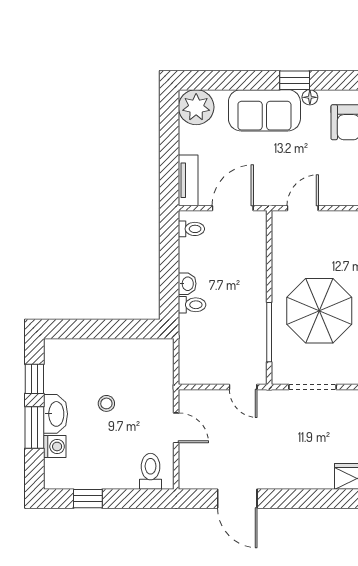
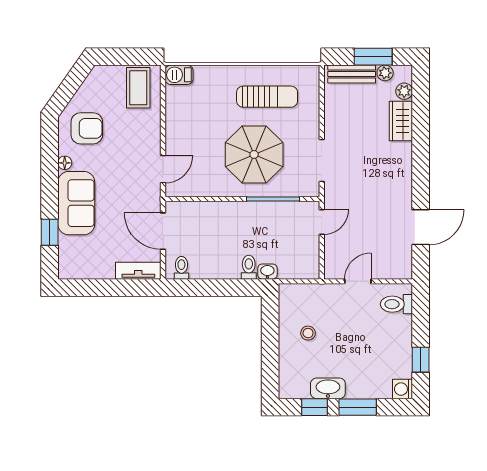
window: (295, 80) -> (50, 232), moved
plant: (196, 107) -> (74, 264), removed
door: (303, 208) -> (163, 169), swing flipped
washbasin: (187, 284) -> (267, 272), moved
stool: (106, 403) -> (308, 333), moved
washbasin: (56, 414) -> (328, 388), moved
washing machine: (55, 446) -> (403, 389), moved, turned -90

